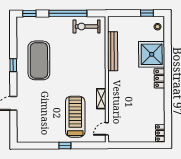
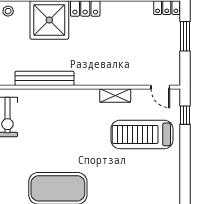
window: (141, 145) -> (185, 36), added
window: (65, 146) -> (185, 115), moved

